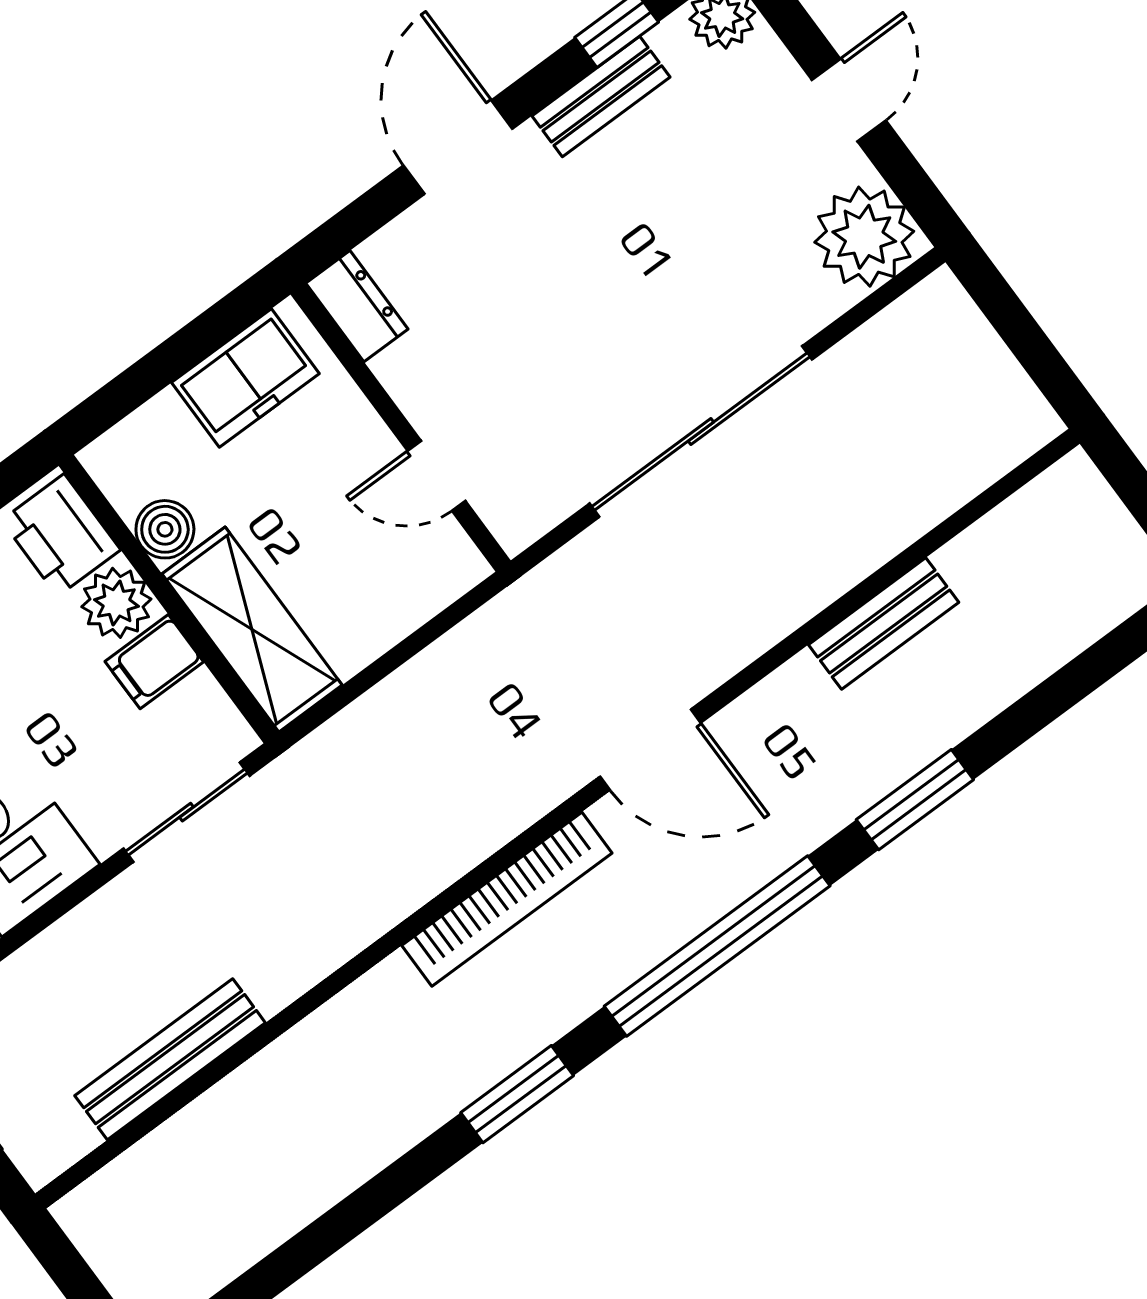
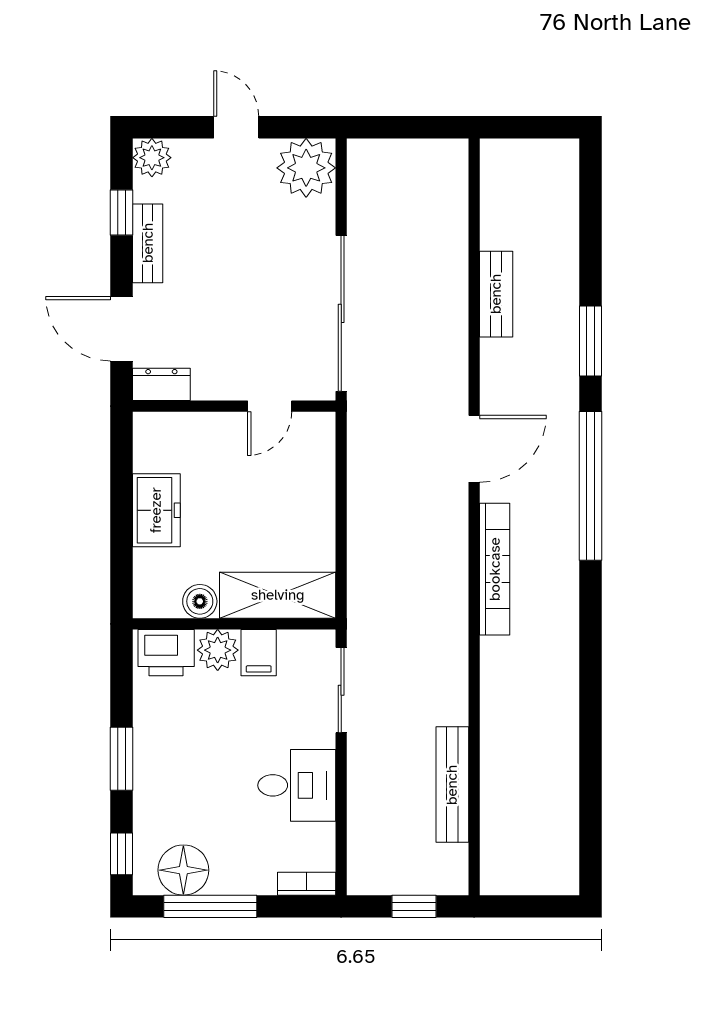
dresser: (357, 306) -> (161, 384), moved
wall: (401, 427) -> (234, 406), moved
door: (437, 476) -> (270, 406), moved
window: (517, 1094) -> (590, 632), removed

